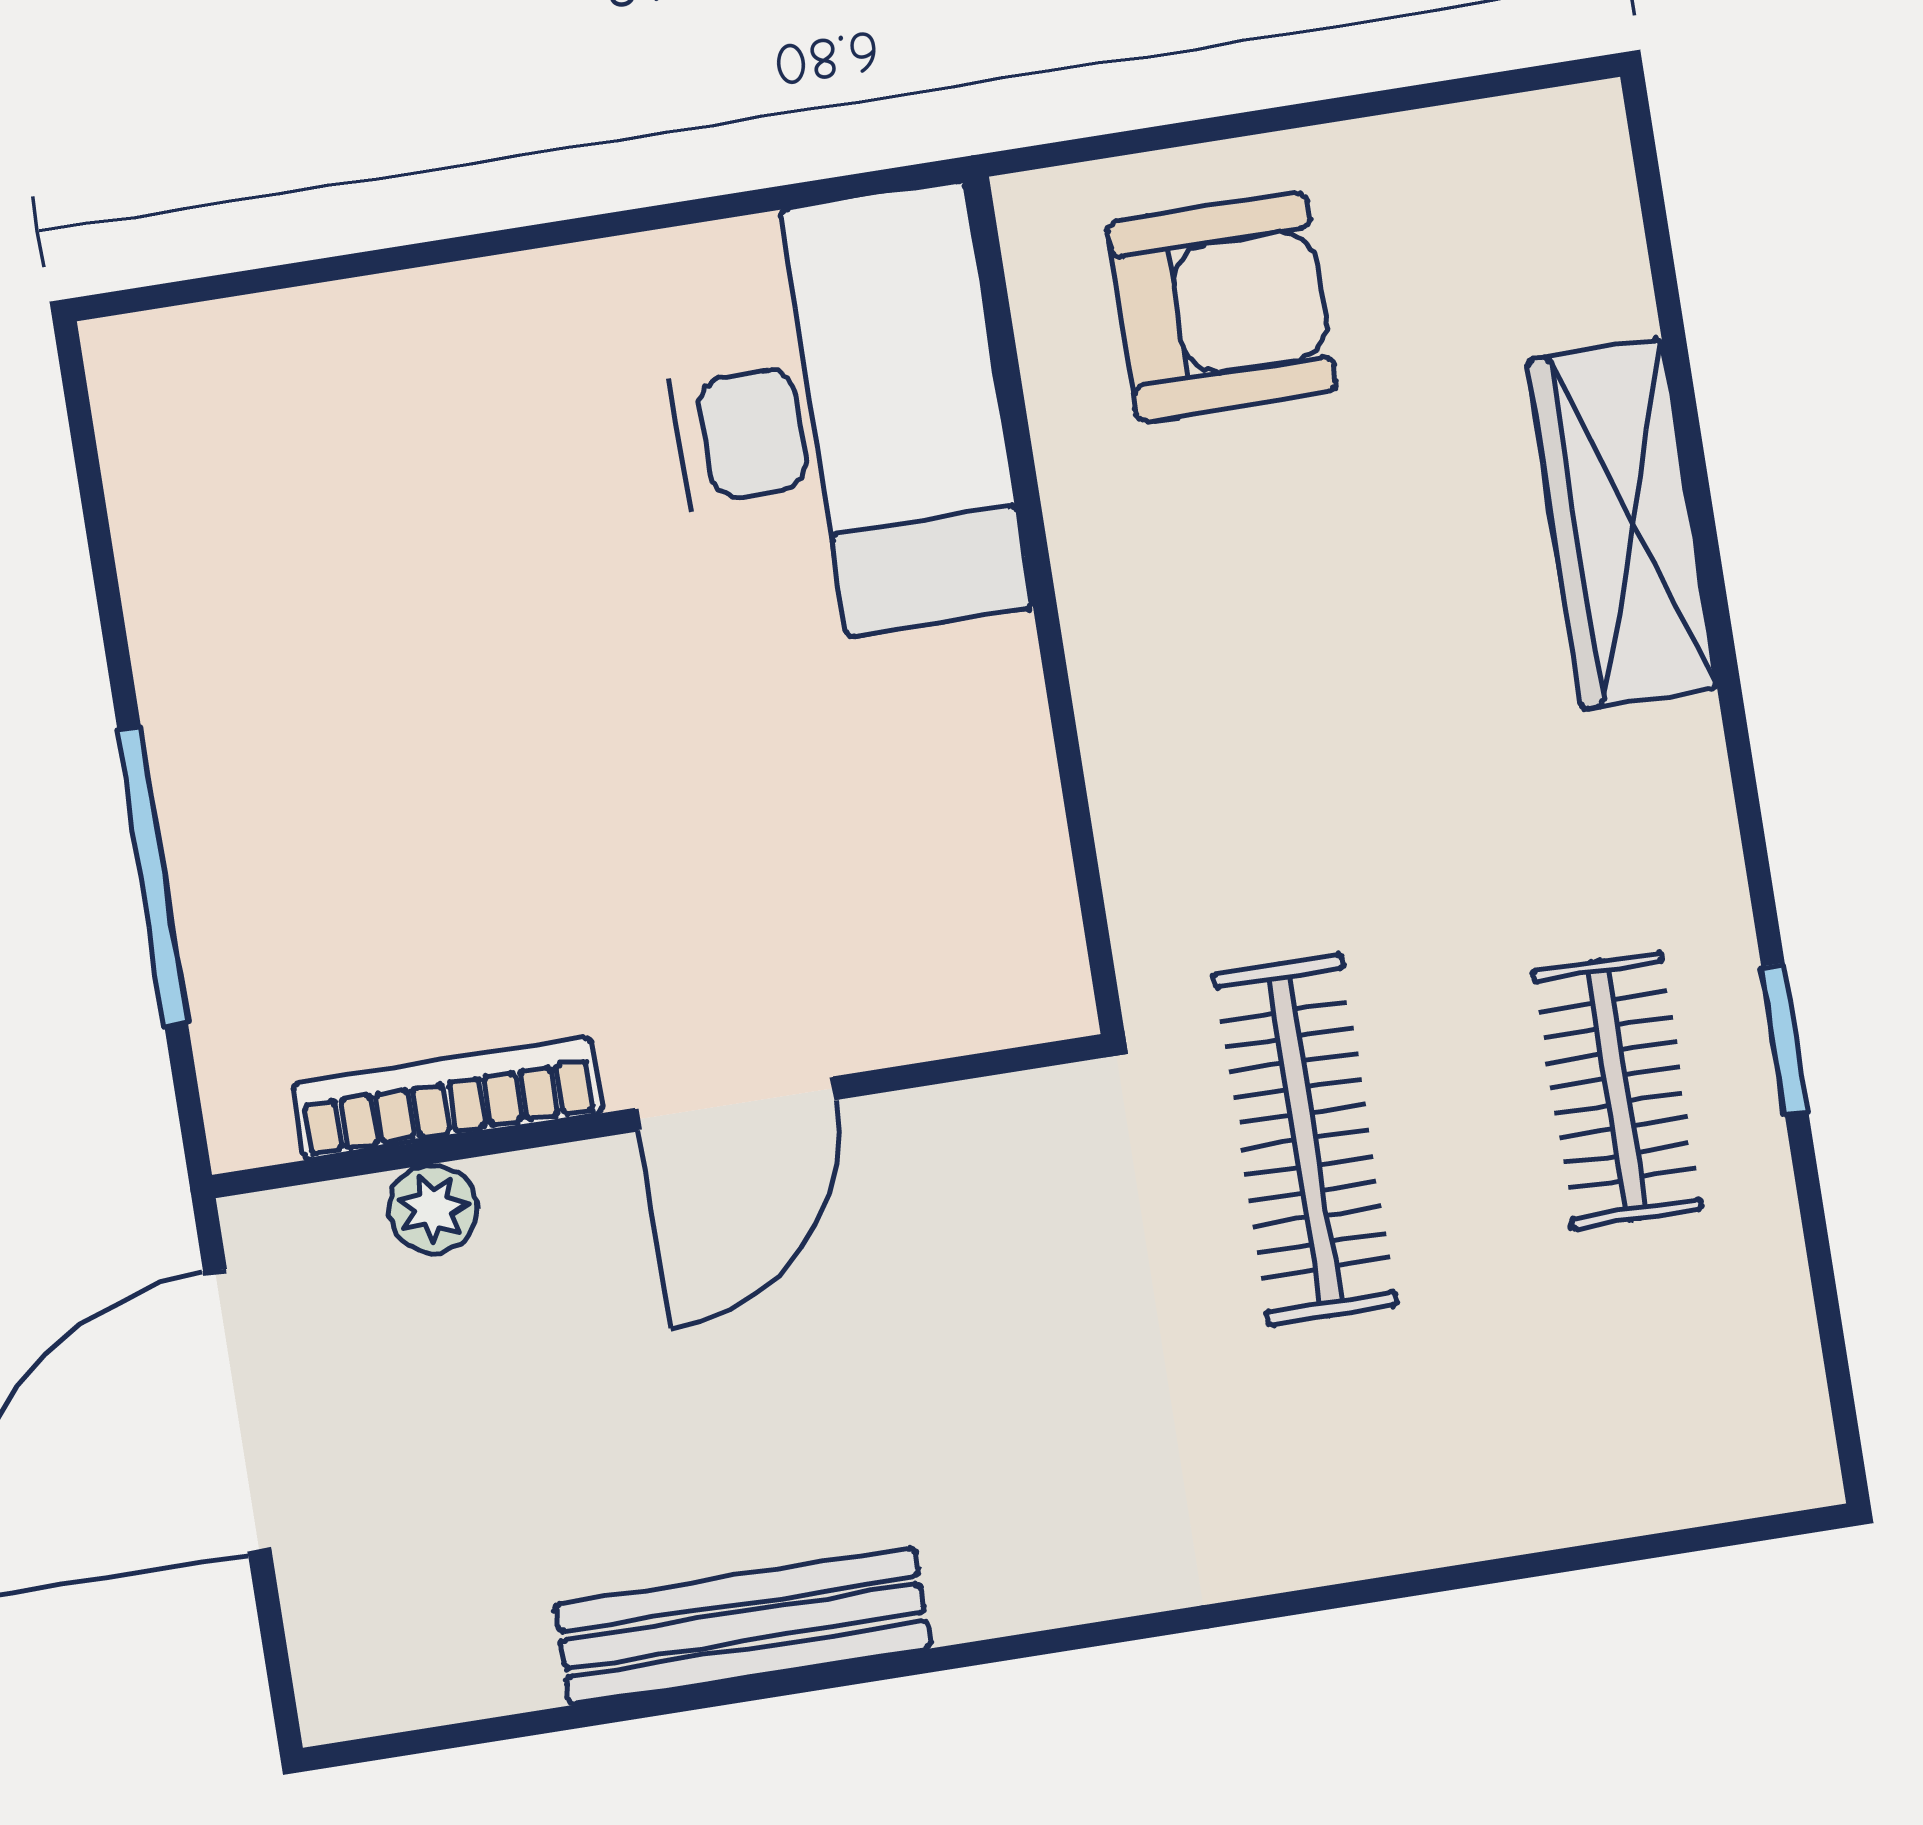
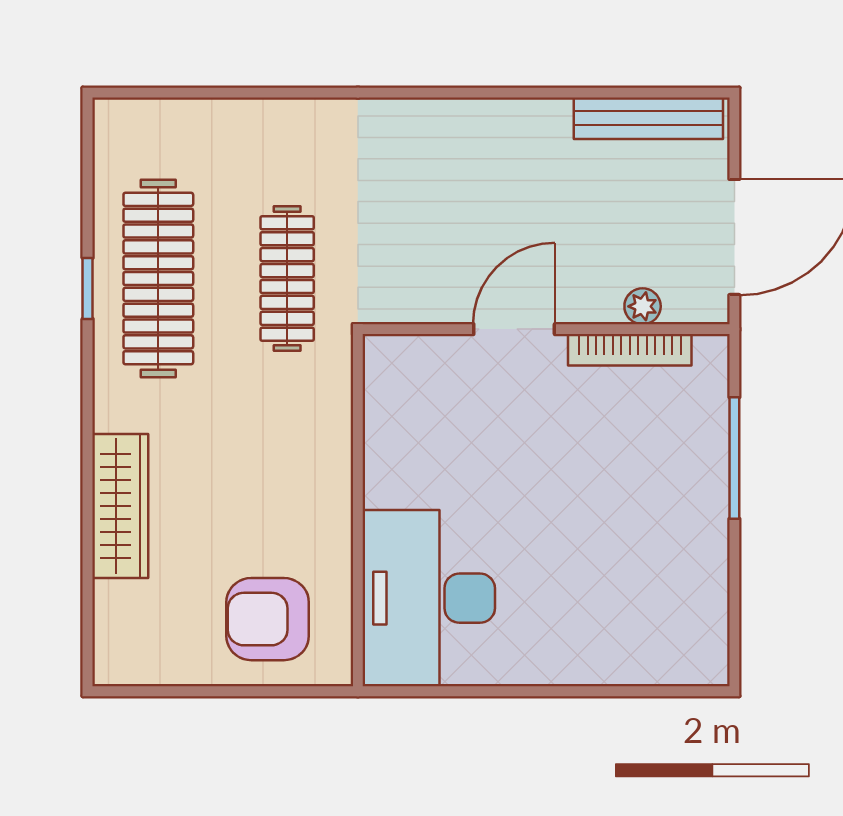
clothes rail: (1617, 1090) -> (158, 279), width x1.86, depth x1.31
bench: (742, 1626) -> (648, 118), moved

